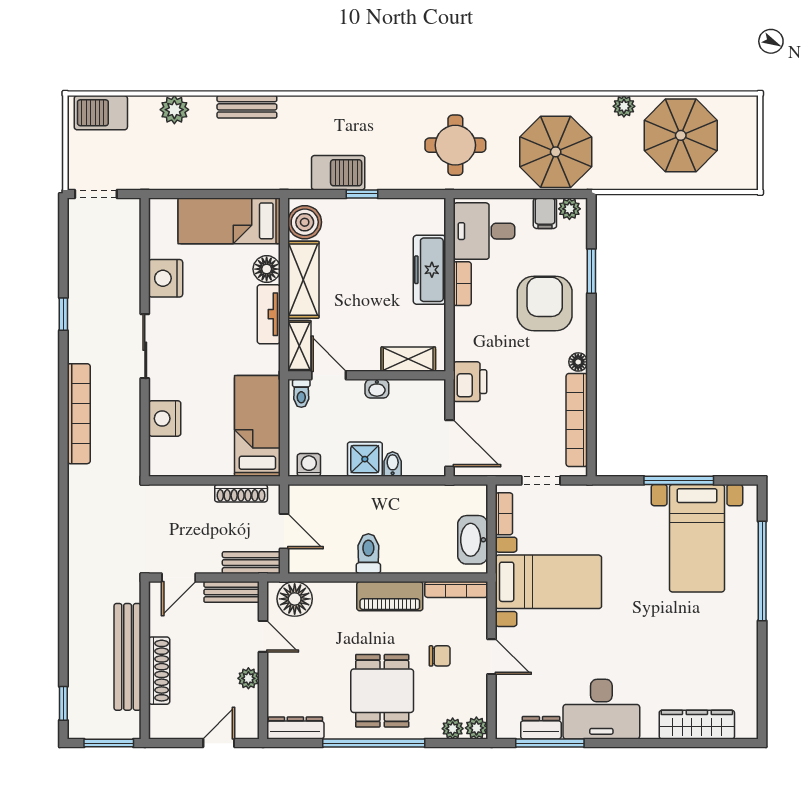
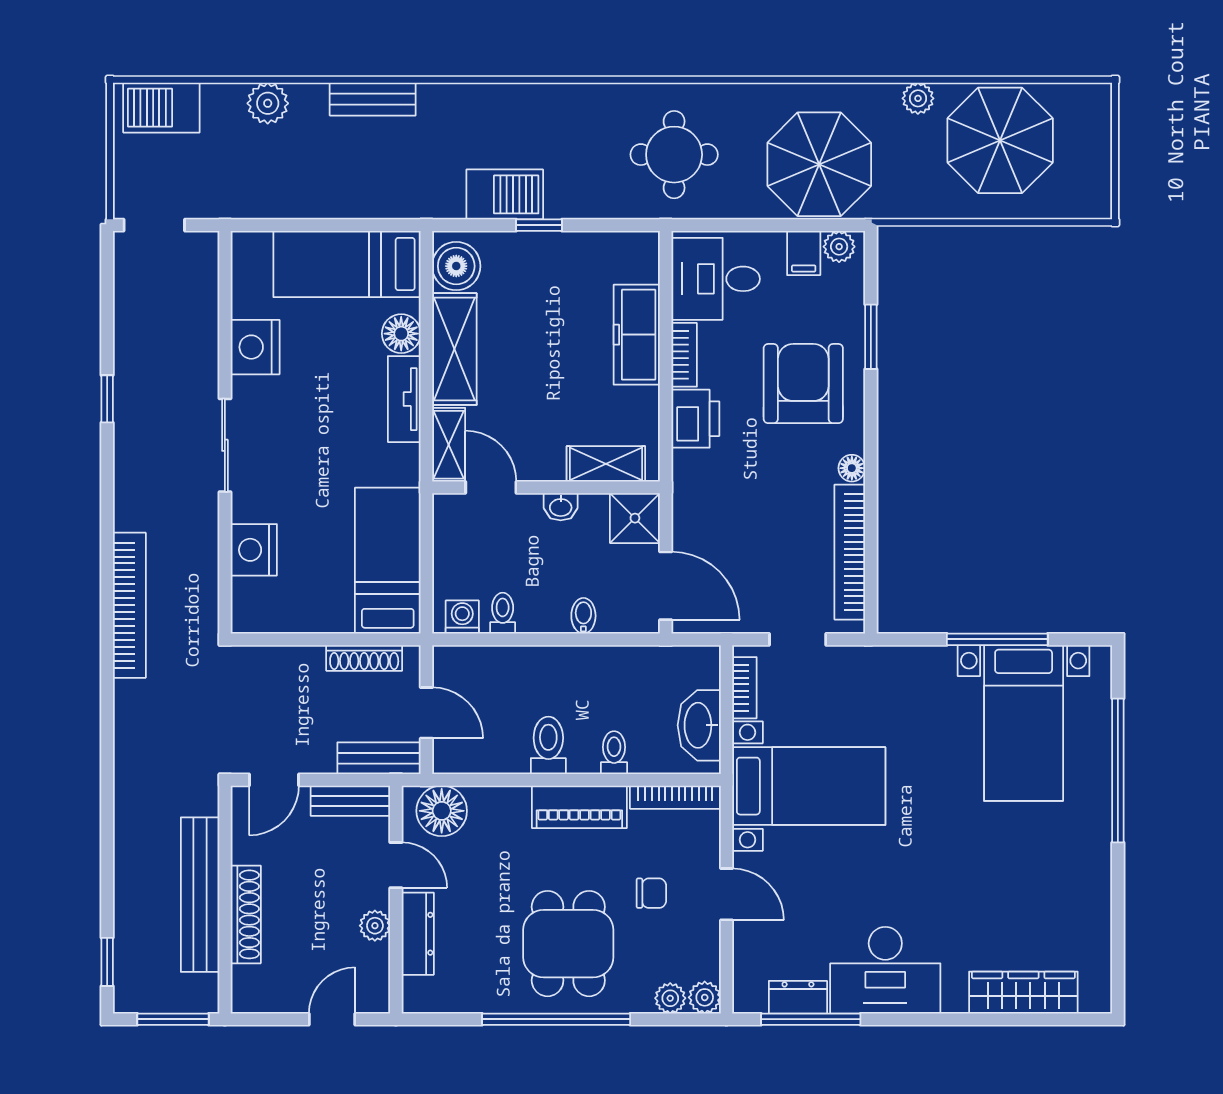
printer: (470, 382) -> (695, 419), moved
toilet: (301, 393) -> (503, 613), moved, turned 180
bookcase: (79, 414) -> (129, 605), moved
shower: (365, 459) -> (635, 518), moved
toilet: (414, 559) -> (614, 753), added
dresser: (295, 728) -> (418, 934), moved, turned 90

